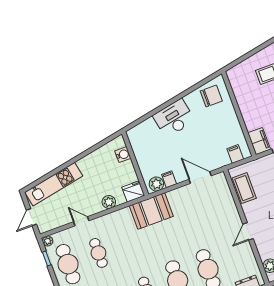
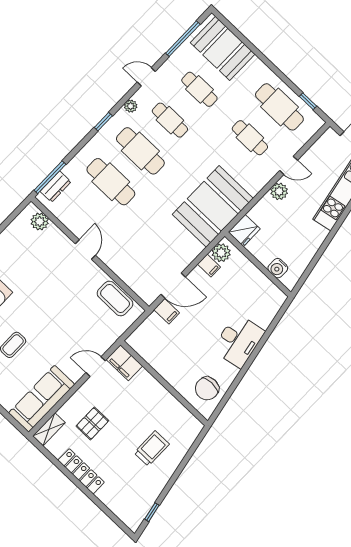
filing cabinet: (235, 154) -> (167, 311), moved
plant: (109, 202) -> (279, 191), moved
booth: (151, 211) -> (213, 206), width x1.36, depth x1.42
plant: (48, 241) -> (317, 123), removed

